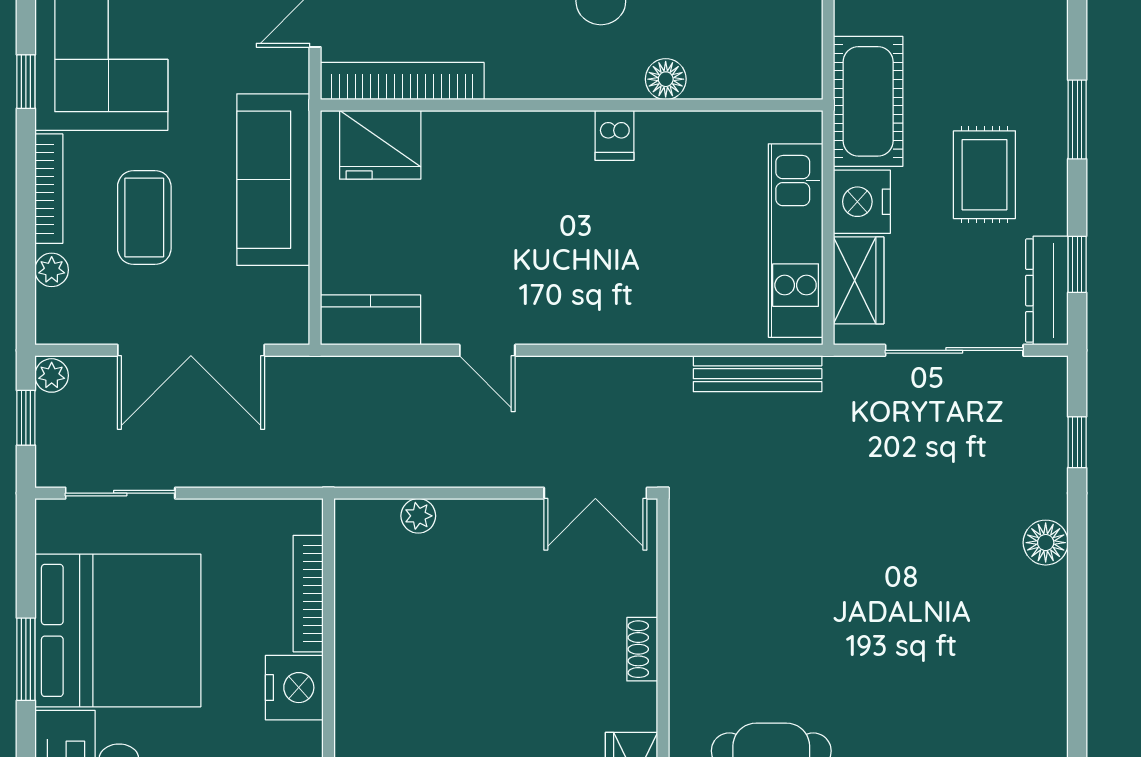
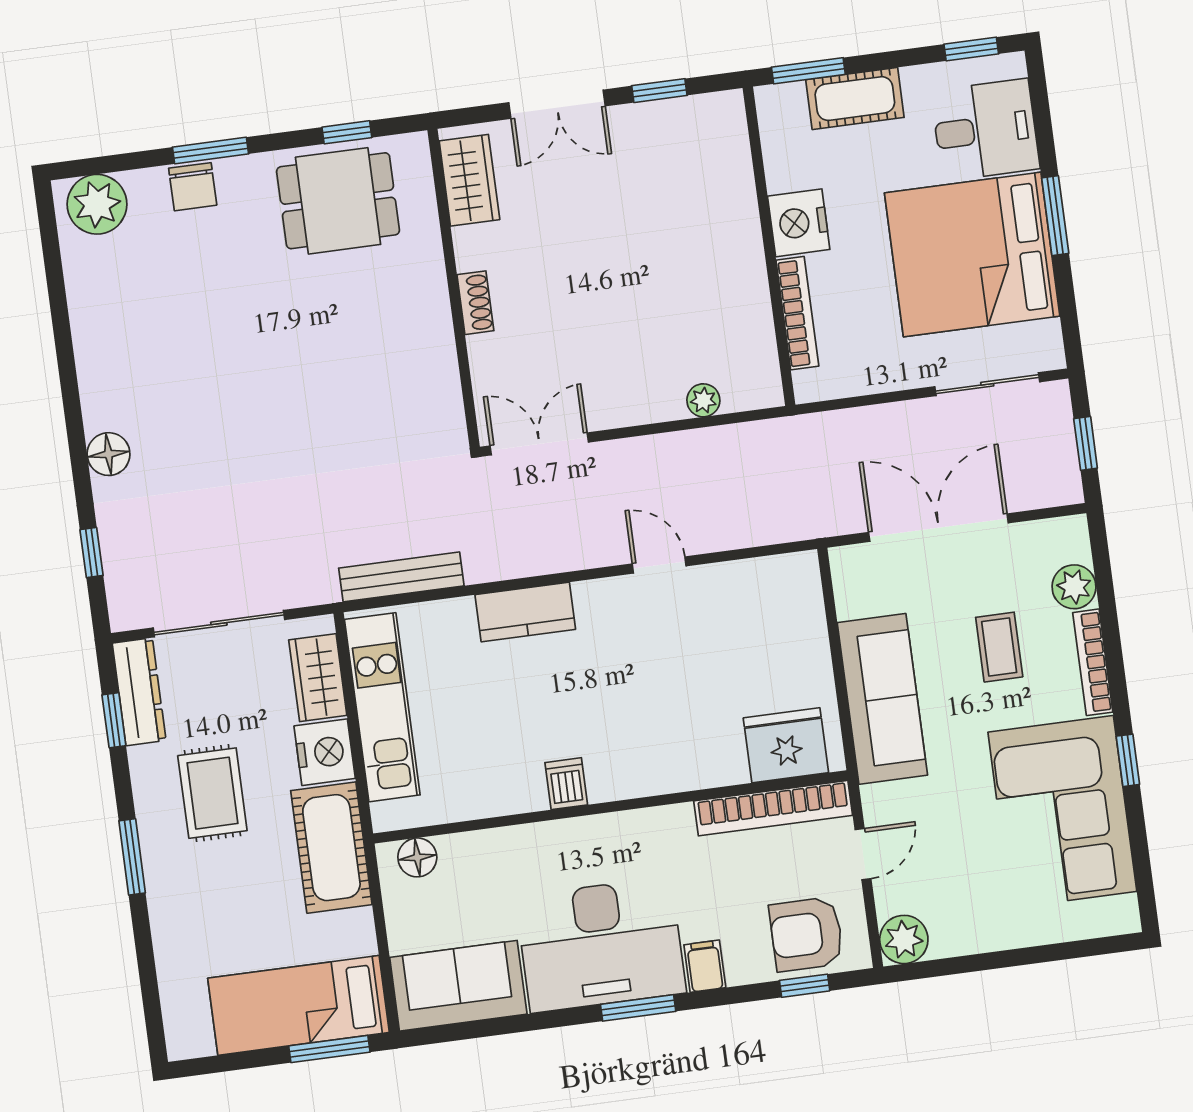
floor lamp: (666, 79) -> (417, 857), moved
coffee table: (144, 217) -> (999, 647), width x0.73, depth x0.77
plant: (52, 270) -> (1074, 587), width x1.38, depth x1.38
kitchen counter: (370, 320) -> (525, 612), moved
plant: (52, 375) -> (1067, 486), removed

